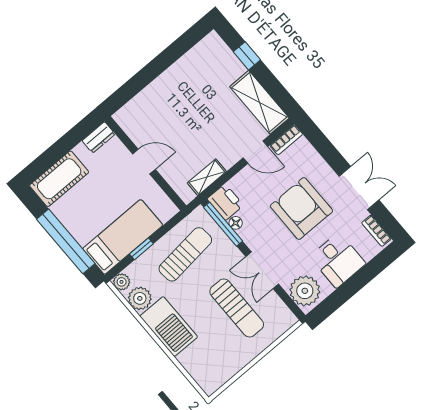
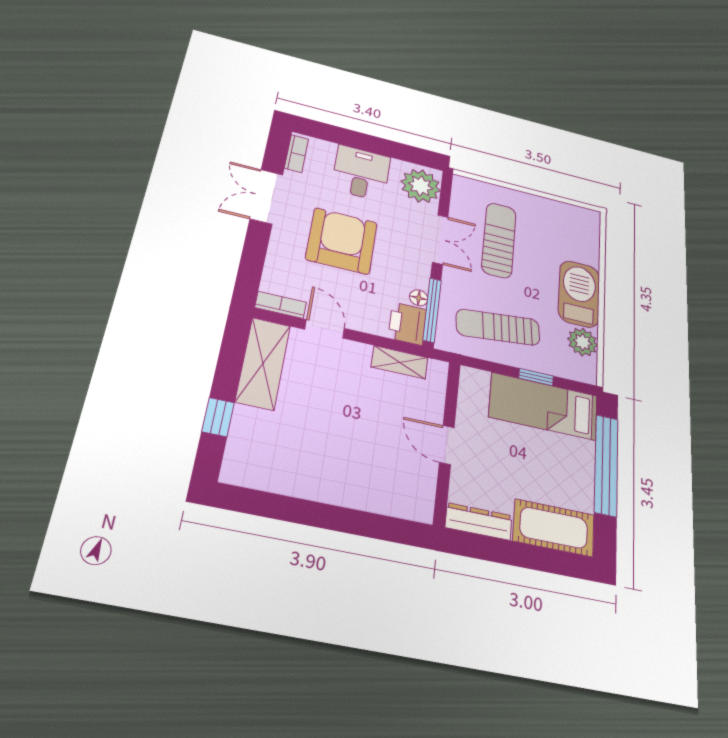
dresser: (99, 137) -> (479, 522), width x1.44
armchair: (301, 208) -> (342, 241), turned 180
plant: (122, 282) -> (586, 373), removed

